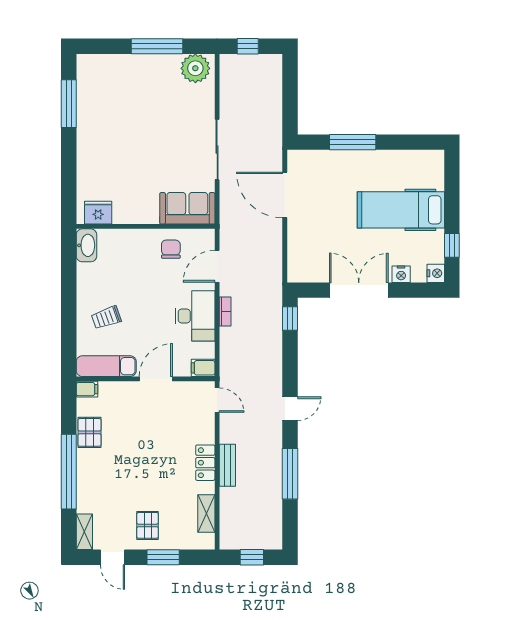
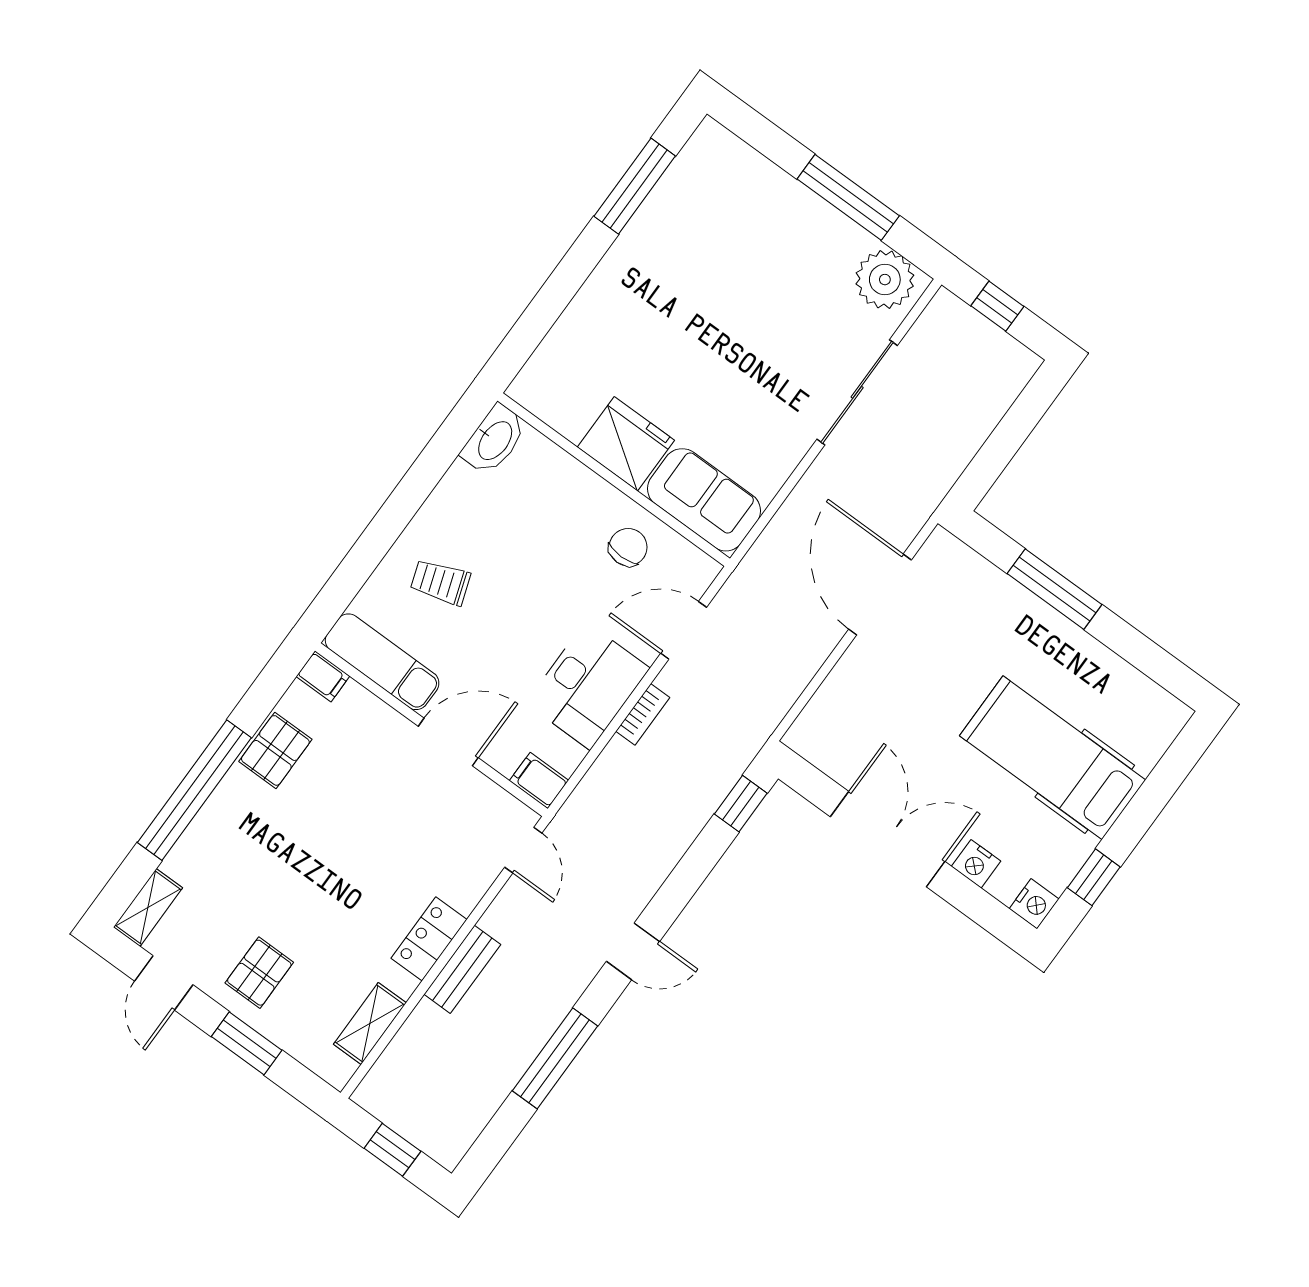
sliding door: (217, 149) -> (857, 392), moved
fridge: (98, 213) -> (626, 444), moved, width x1.36, depth x1.34

